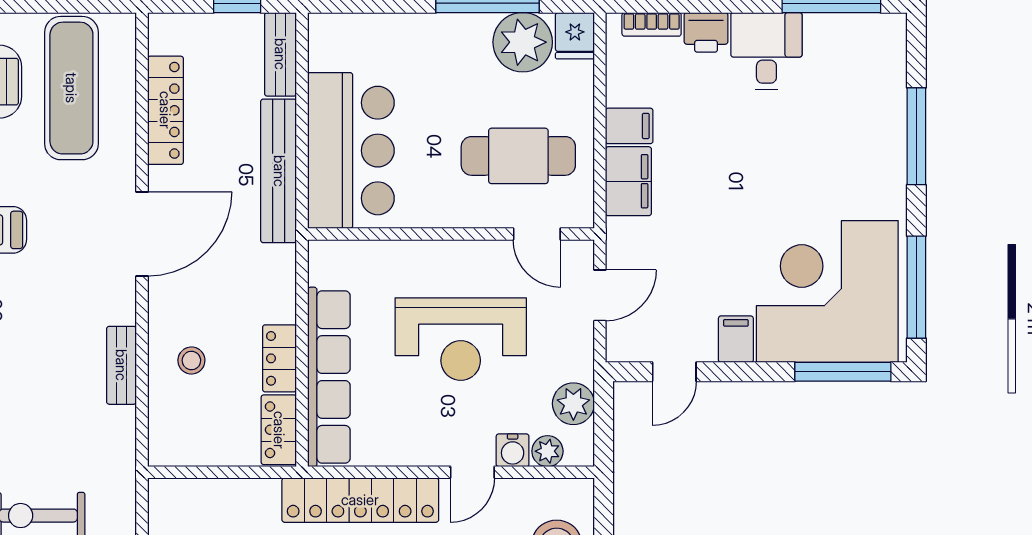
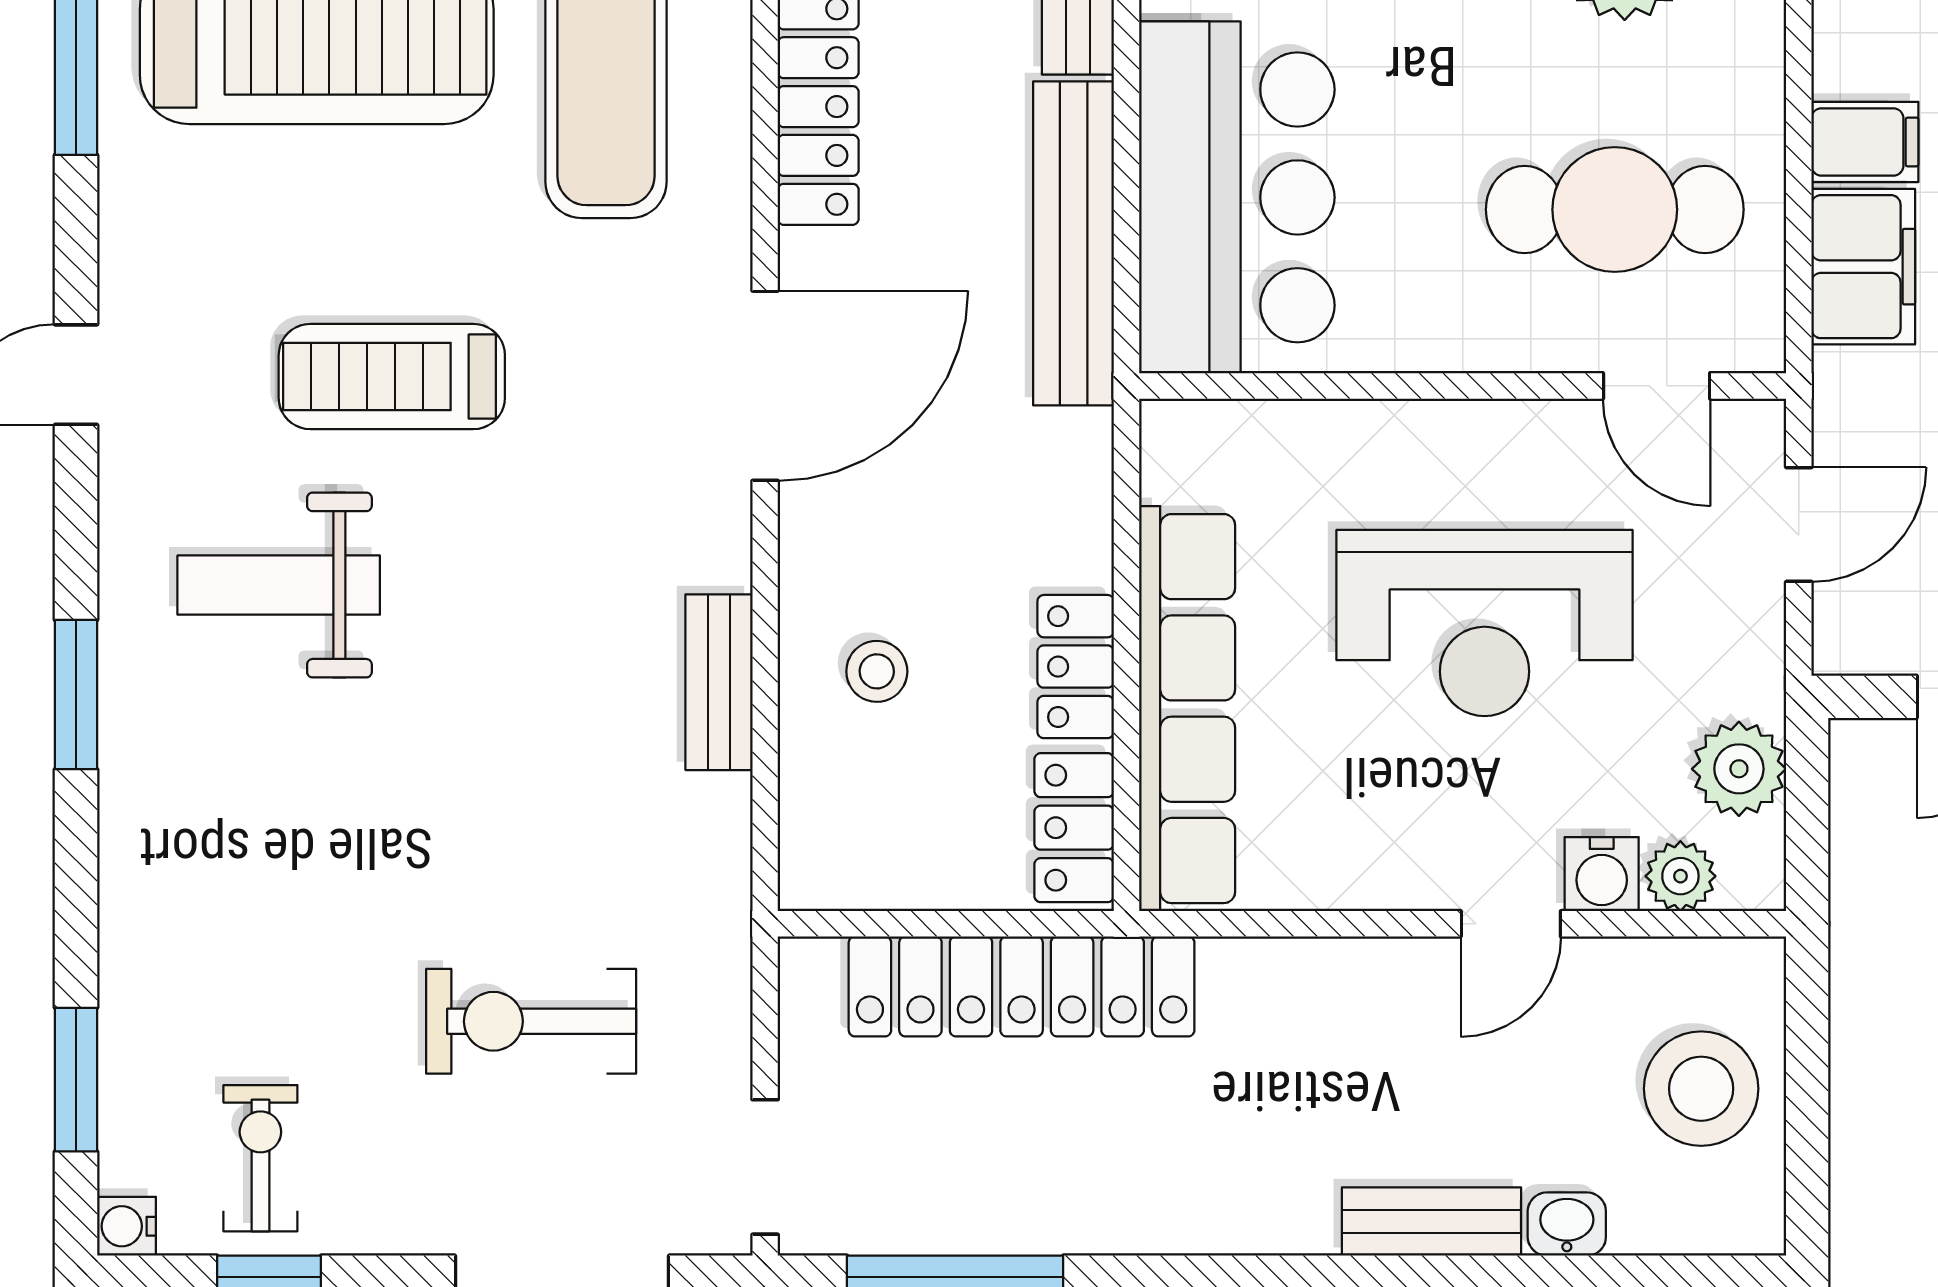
locker: (360, 500) -> (1022, 986), moved

